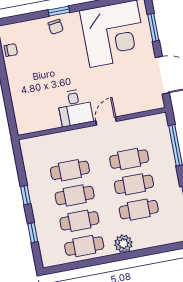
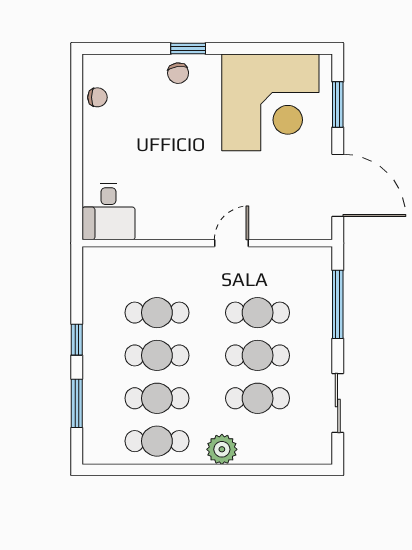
desk: (75, 108) -> (109, 211), moved
window: (33, 233) -> (77, 403), width x1.50

